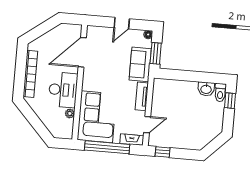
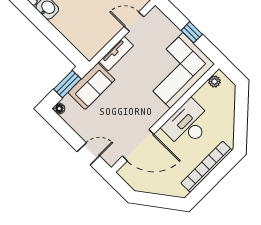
door: (122, 23) -> (88, 154), moved
plant: (70, 113) -> (215, 81), moved
fireplace: (132, 140) -> (161, 20), removed
window: (107, 147) -> (192, 32), width x0.32

